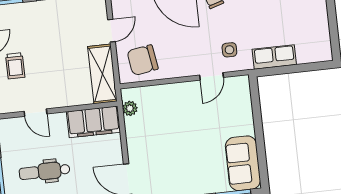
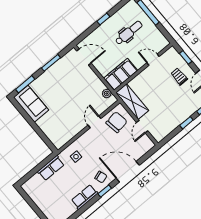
door: (212, 76) -> (94, 122), moved

